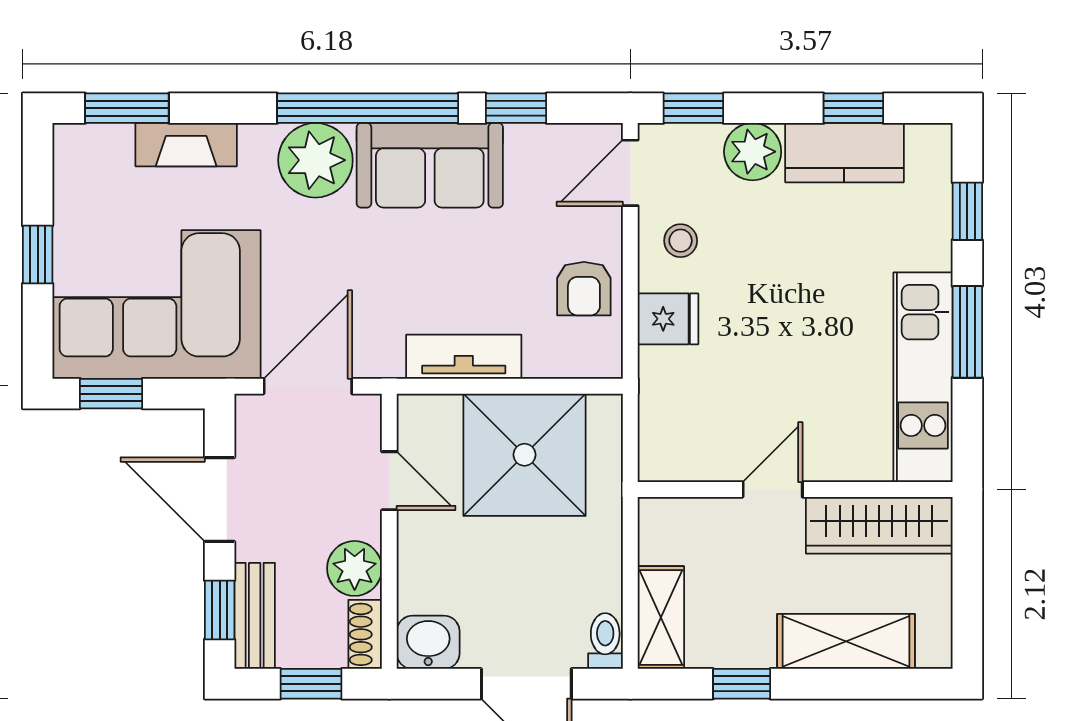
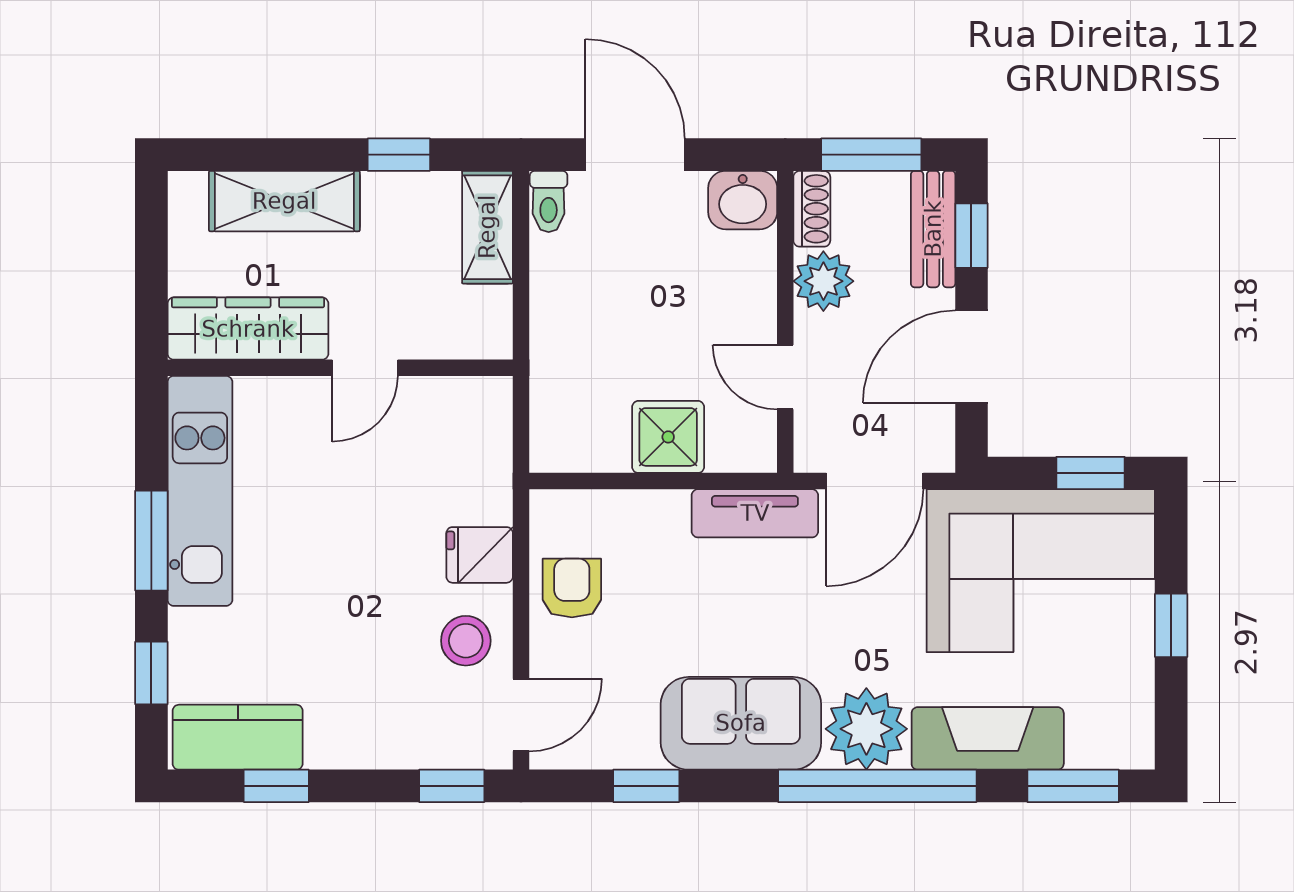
window: (368, 108) -> (877, 786), moved
fireplace: (186, 145) -> (988, 738), width x1.37, depth x1.32
plant: (753, 152) -> (387, 738), removed
kitchen counter: (844, 153) -> (238, 737), moved
stool: (681, 241) -> (466, 641), width x1.37, depth x1.37
tv unit: (464, 357) -> (755, 513), moved
shower: (525, 455) -> (668, 437), width x0.54, depth x0.54
door: (220, 500) -> (971, 357), swing flipped
window: (311, 684) -> (871, 155), width x1.50

